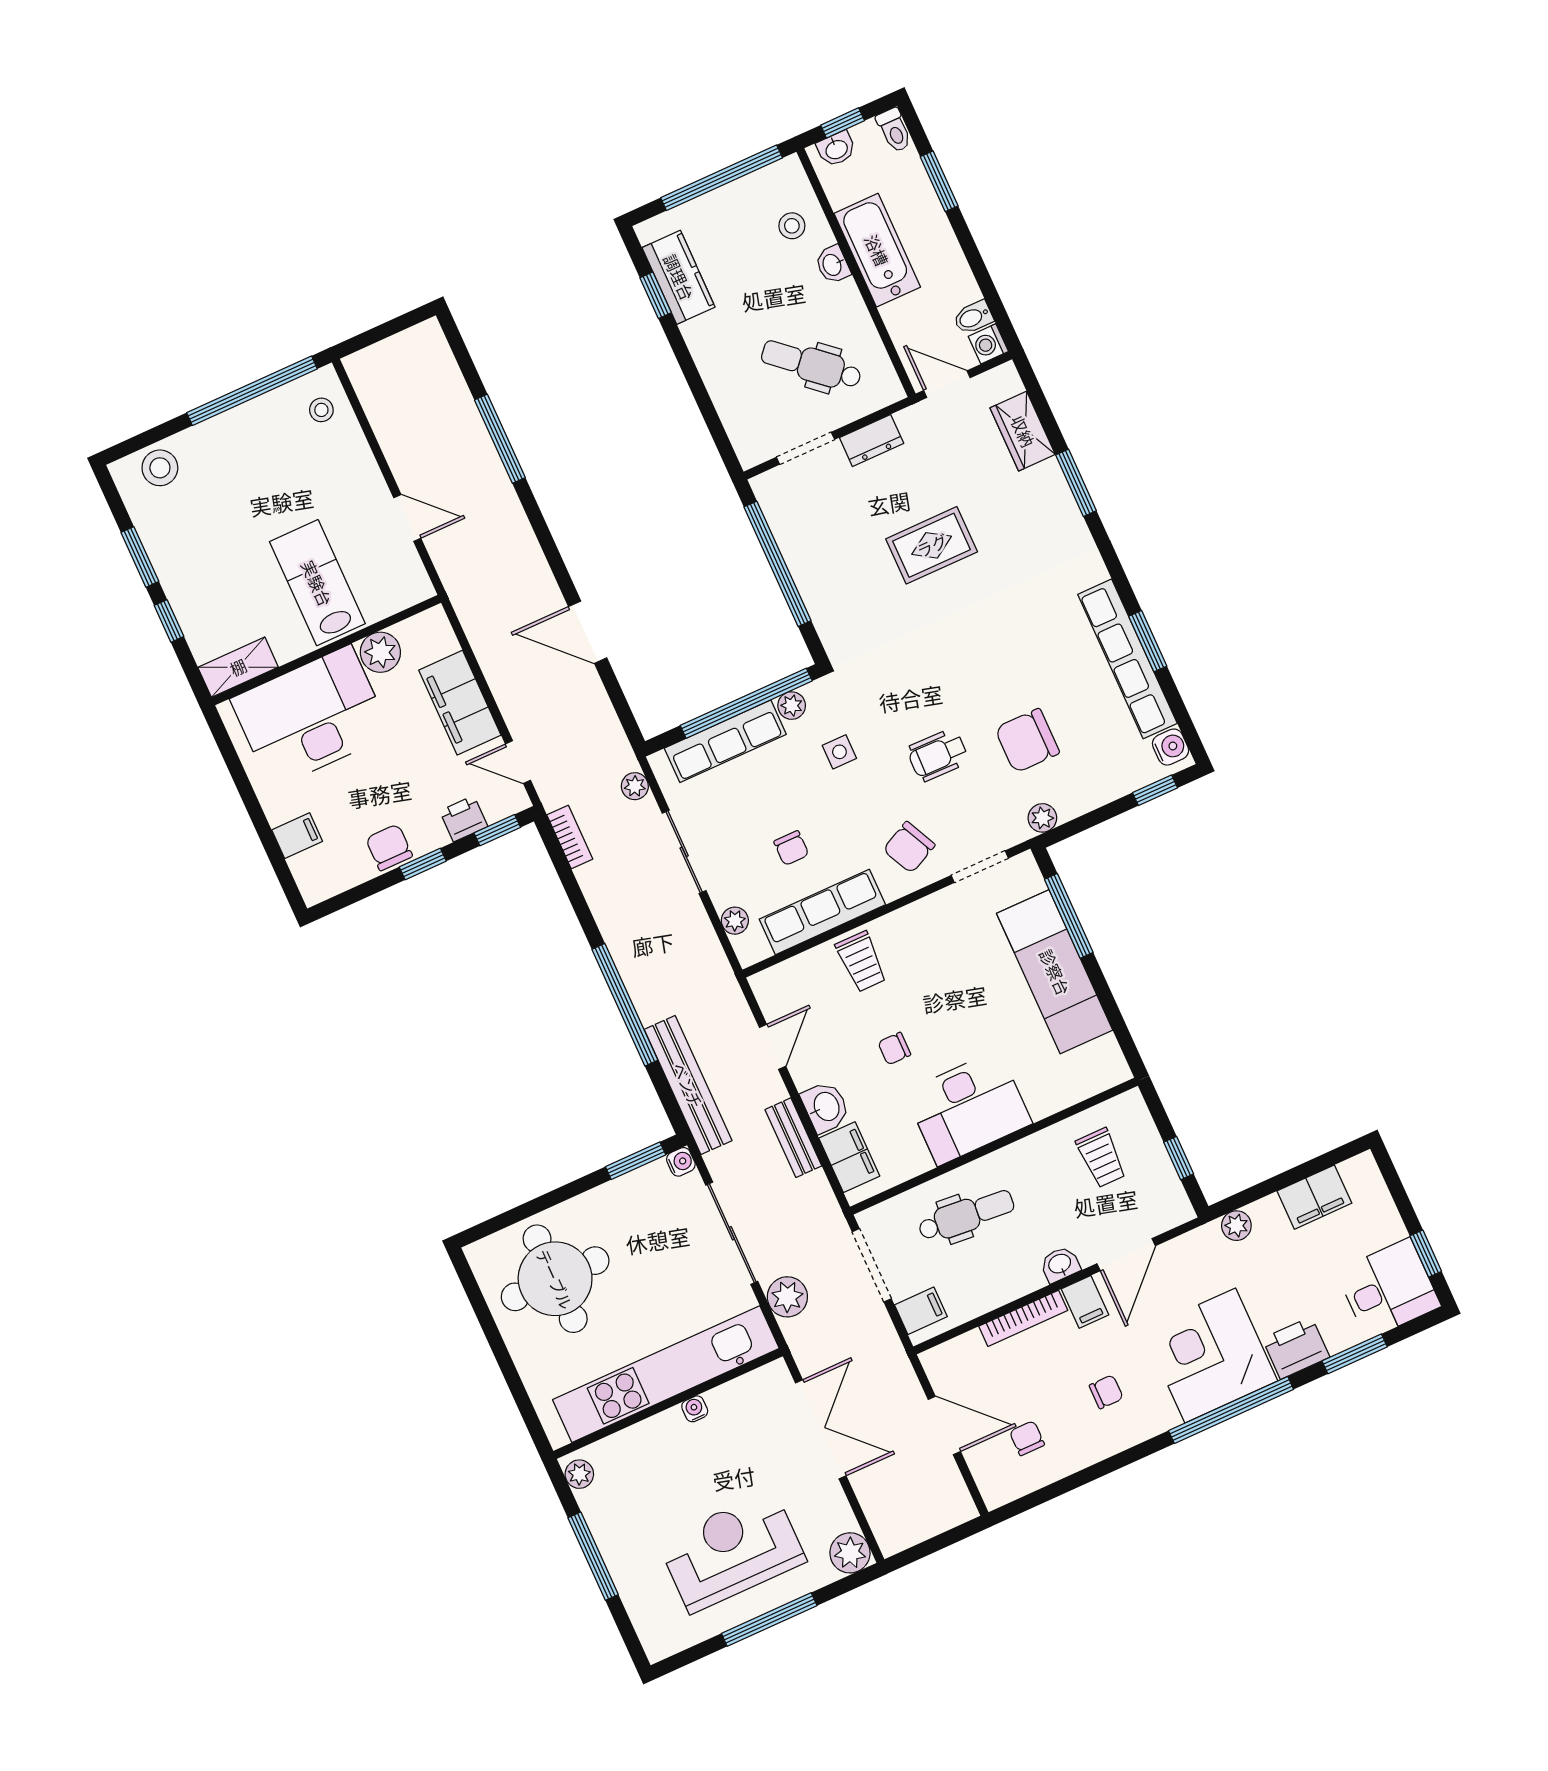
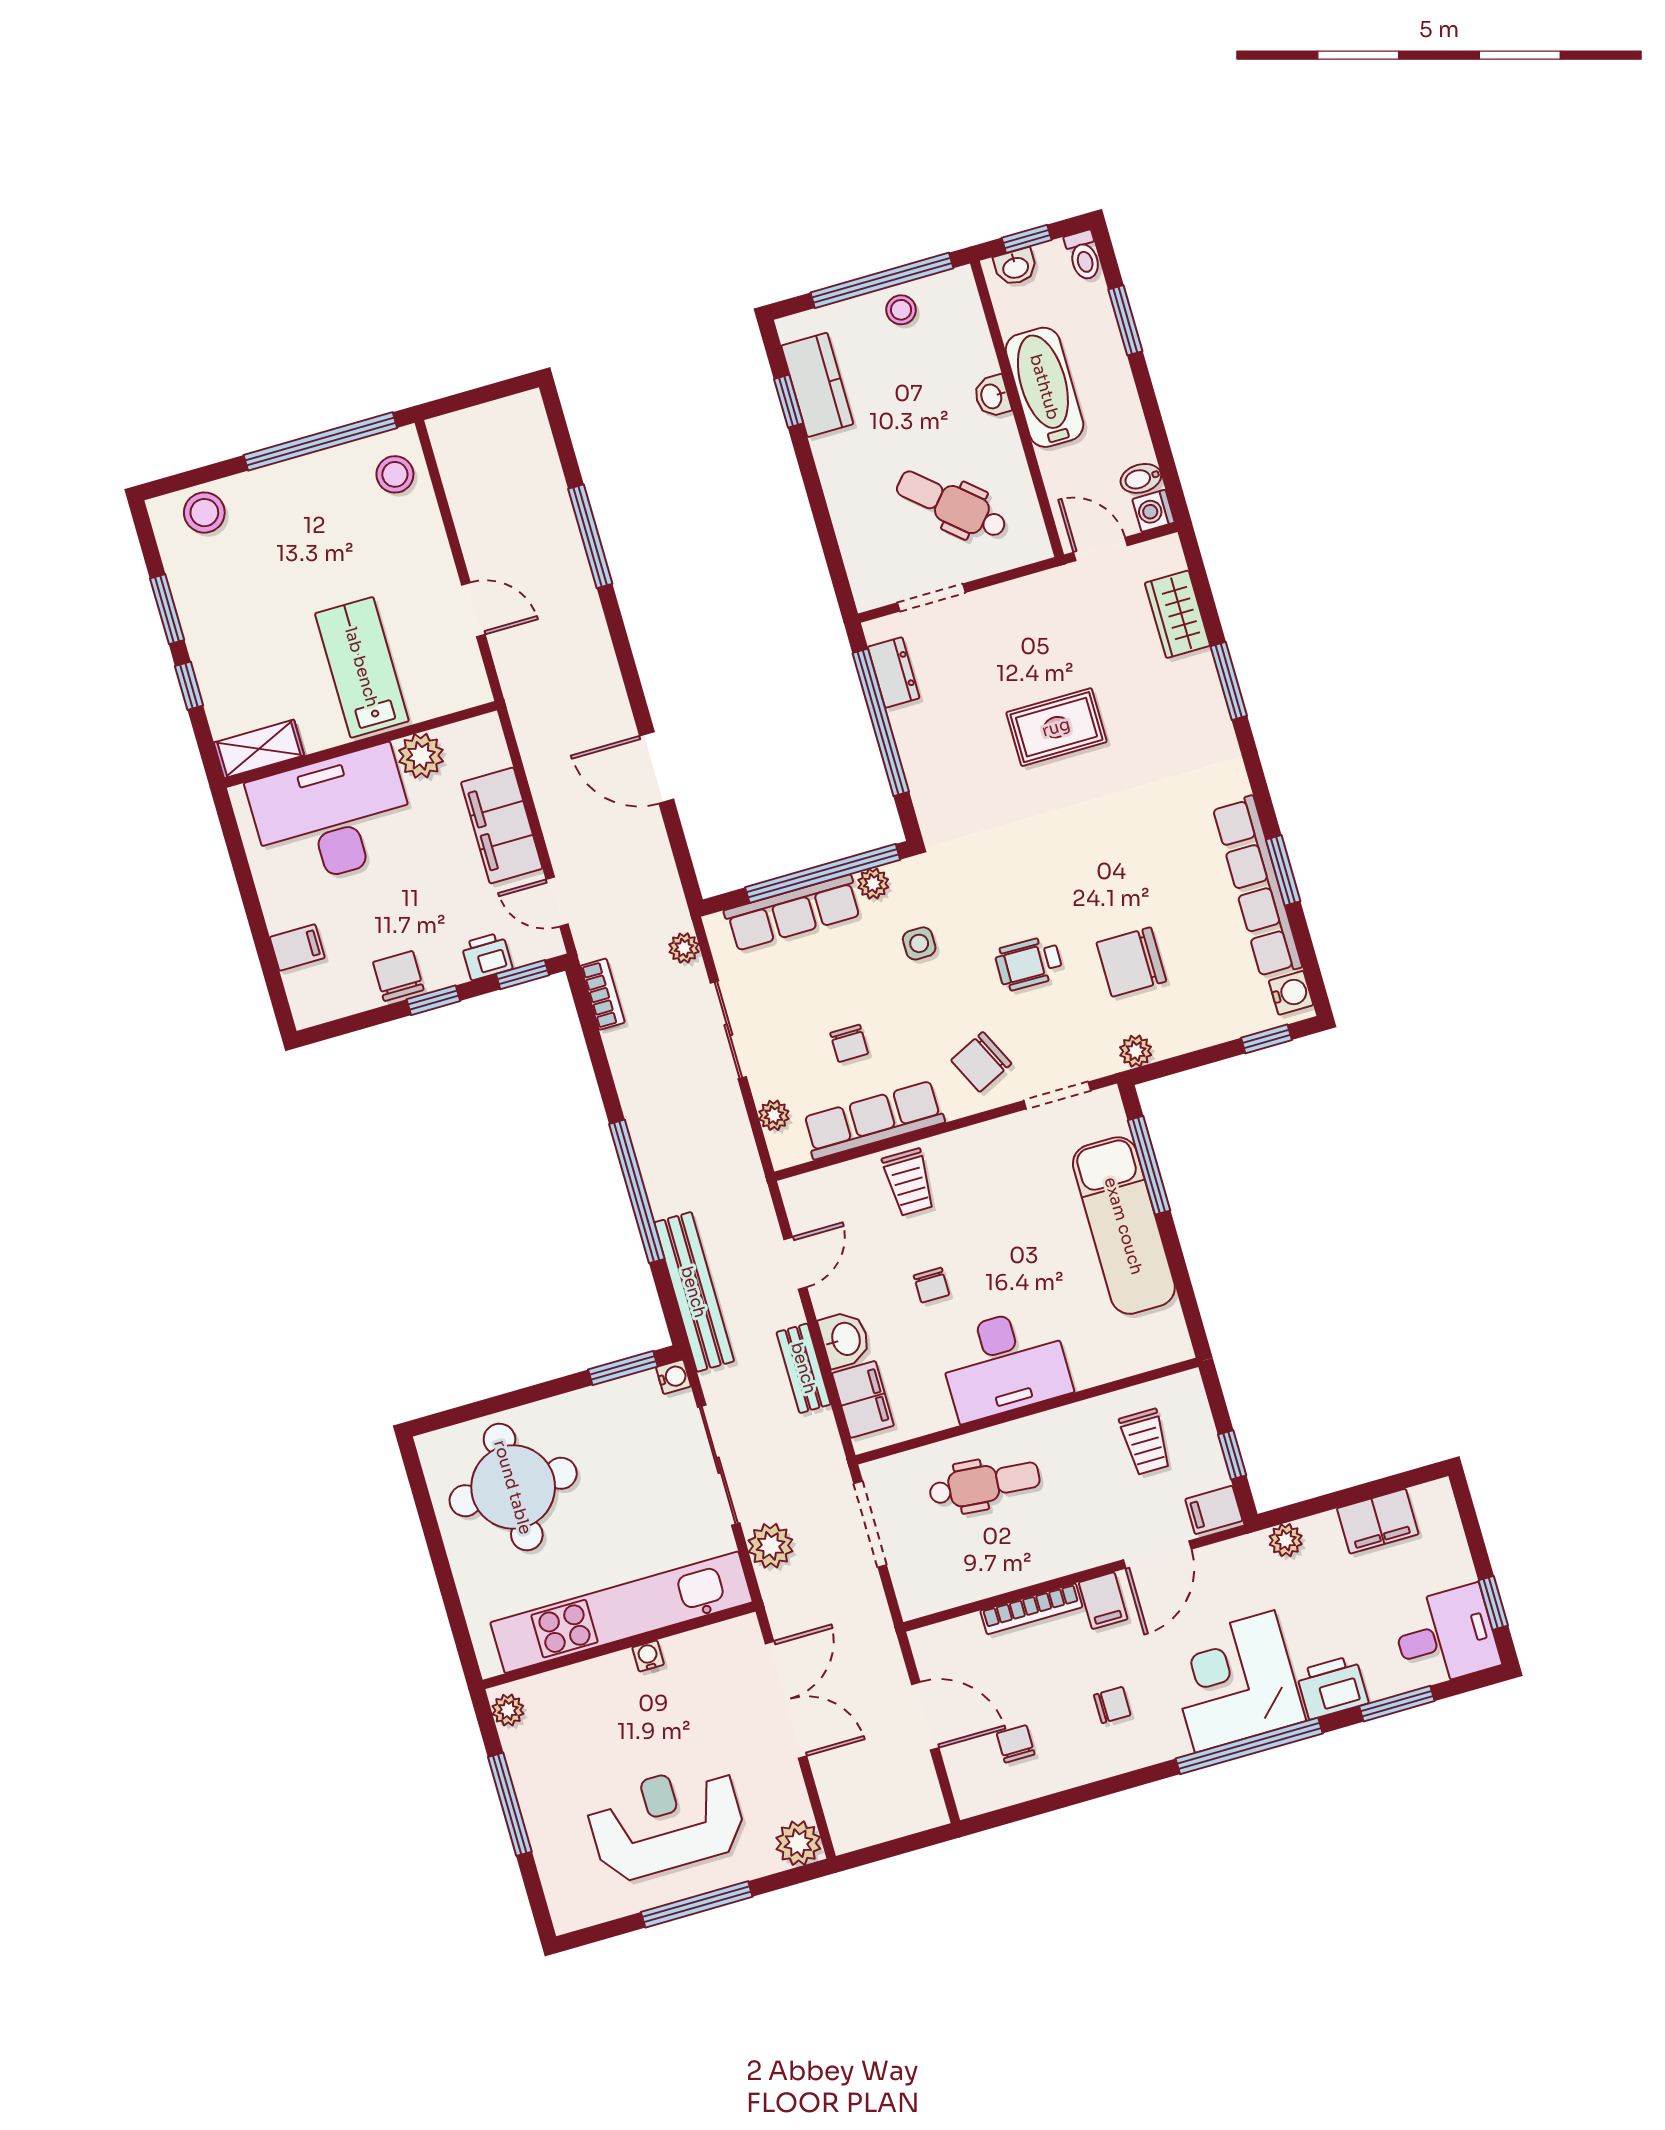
stool: (792, 226) -> (901, 310), moved
stool: (321, 410) -> (395, 474), width x1.37, depth x1.37
dresser: (872, 441) -> (894, 672), moved, turned -90
chair: (894, 1049) -> (931, 1285), turned -90
washbasin: (1060, 1264) -> (1081, 1554), removed
filing cabinet: (921, 1311) -> (1214, 1510), moved, turned 180

